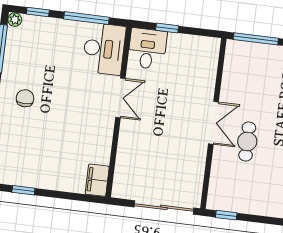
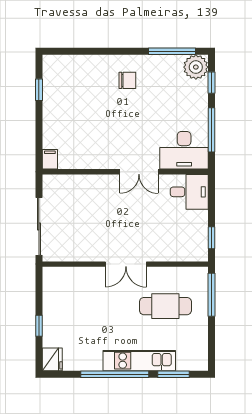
plant: (15, 20) -> (196, 67), width x1.88, depth x1.88
window: (167, 28) -> (212, 238), moved
cafe table: (247, 141) -> (165, 306), moved, width x1.37, depth x1.35
filing cabinet: (97, 180) -> (50, 159), width x0.50
window: (226, 215) -> (39, 326), moved

